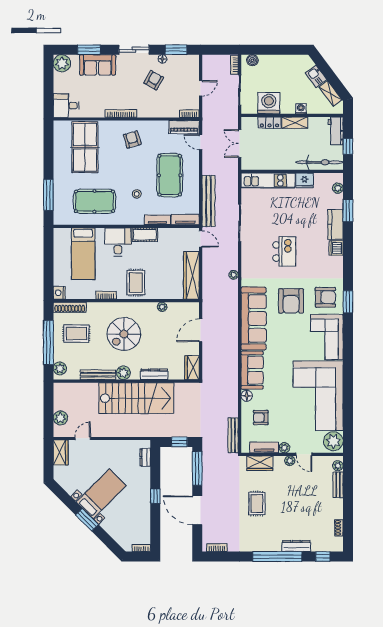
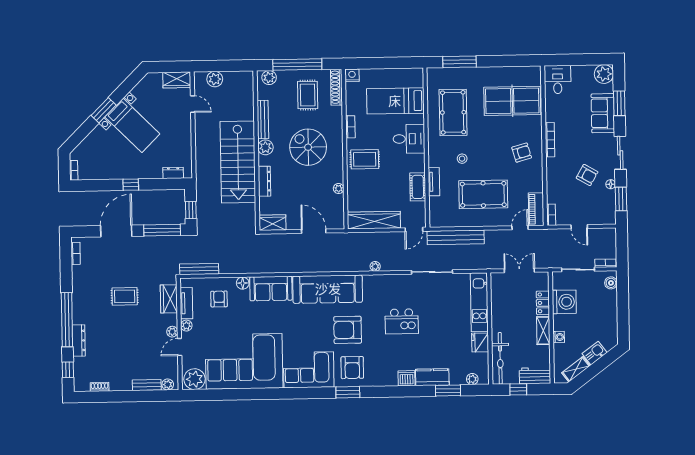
tv unit: (185, 220) -> (435, 212), removed
cot: (145, 235) -> (418, 187), moved

